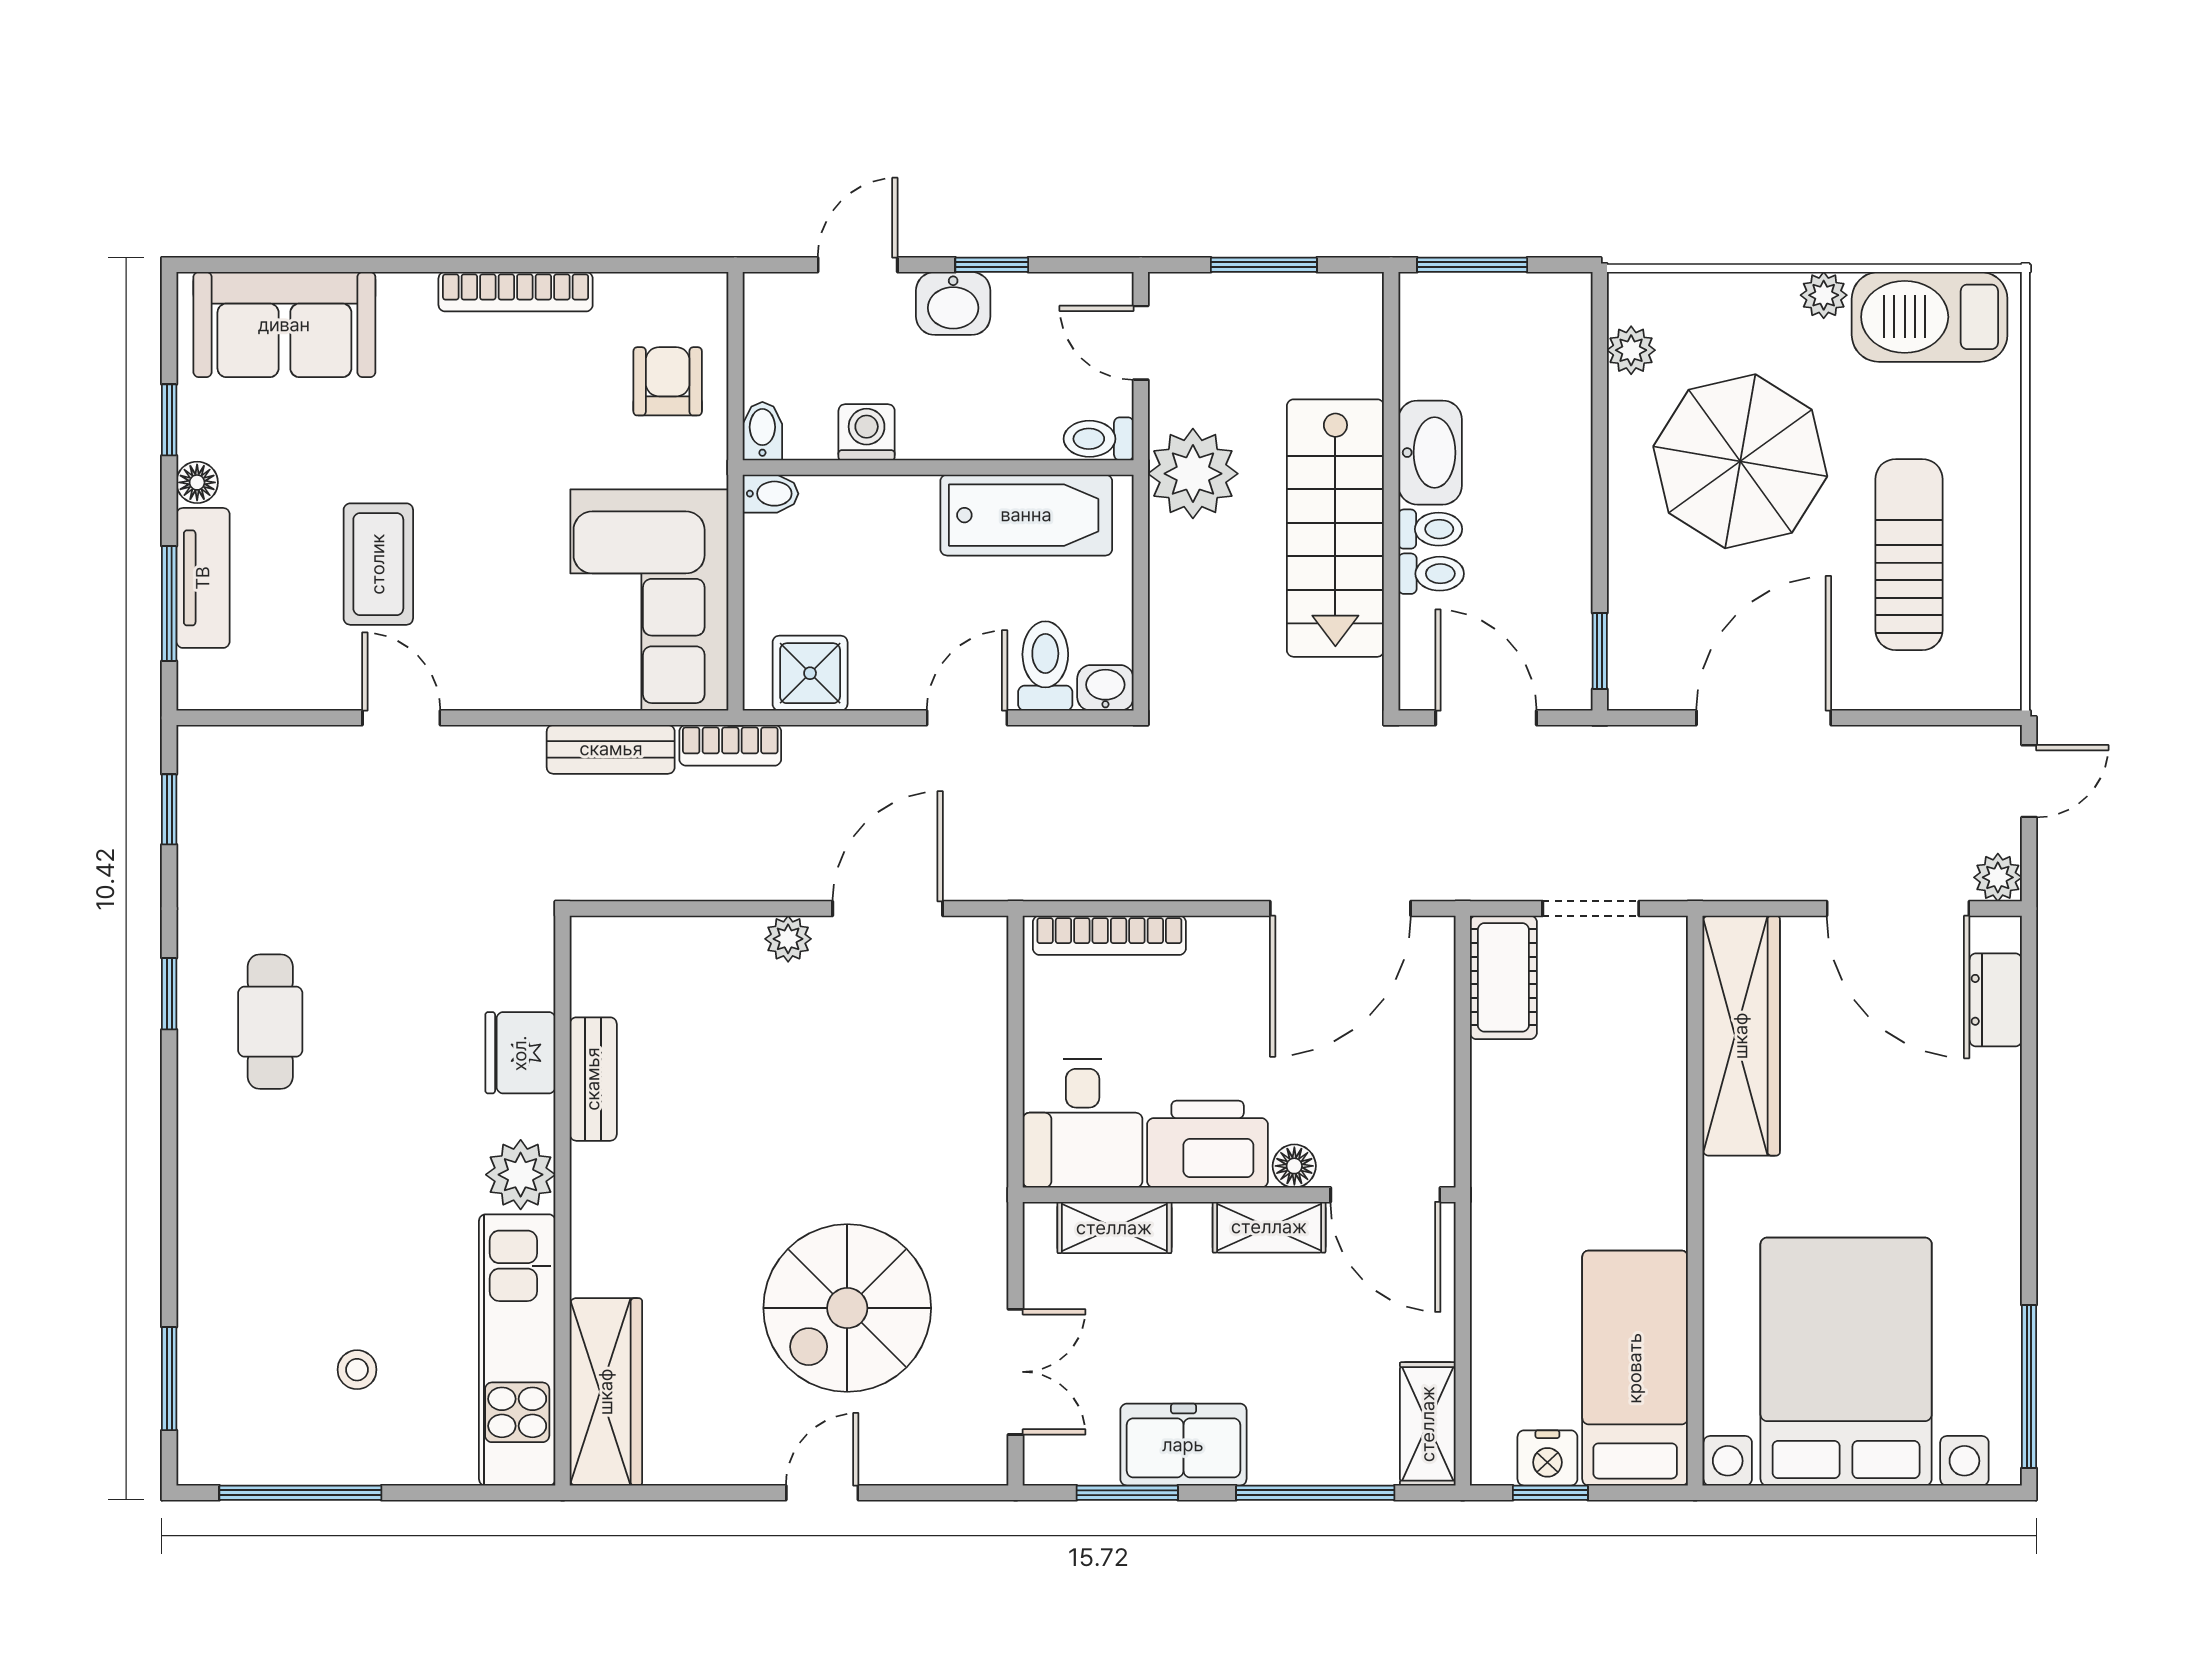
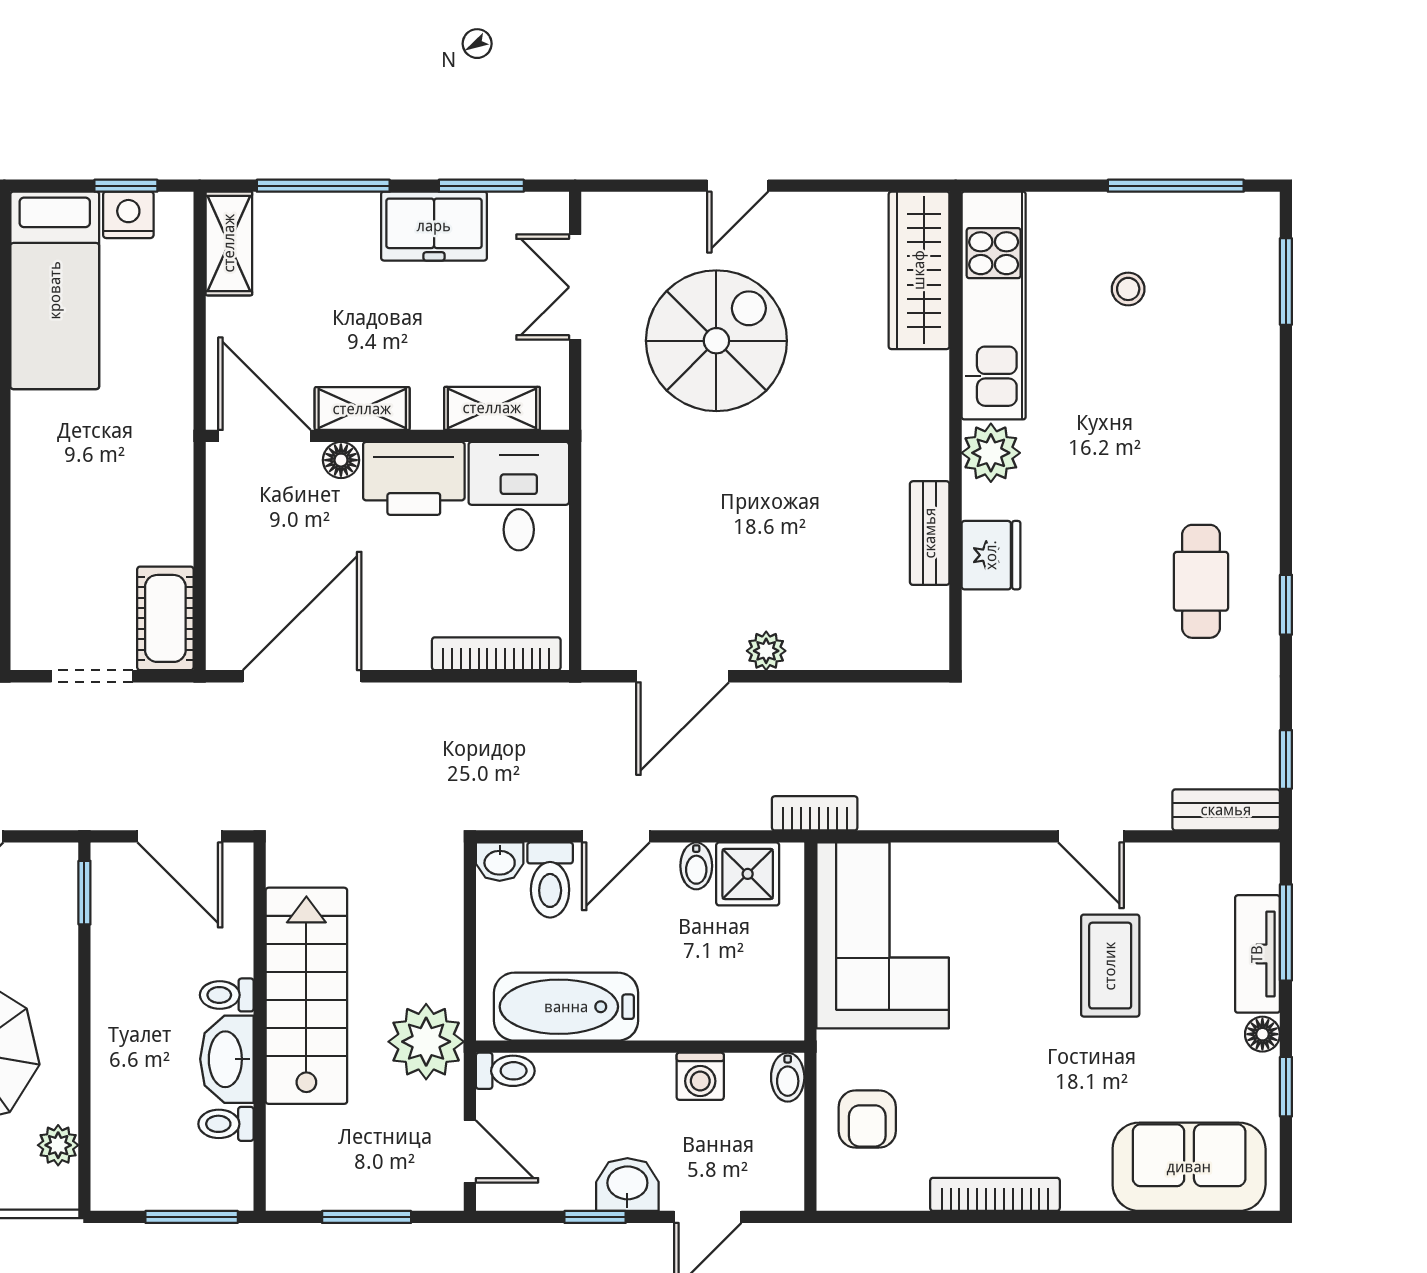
bidet: (770, 494) -> (696, 866), moved, turned -90
toilet: (1431, 574) -> (226, 1124), moved
bench: (611, 749) -> (1226, 810), moved

